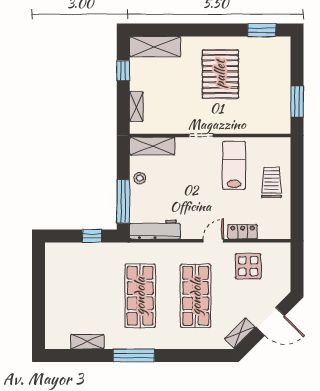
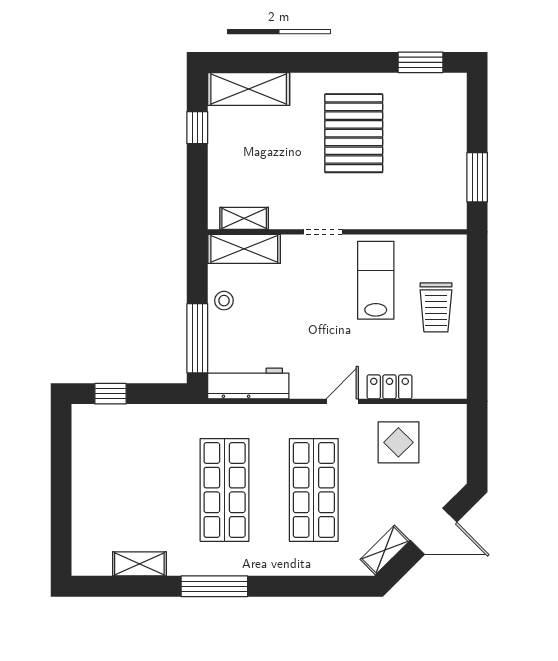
shelving: (136, 107) -> (244, 218), moved, turned 90
trolley: (271, 182) -> (436, 307), turned 180
window: (92, 236) -> (110, 394), moved

